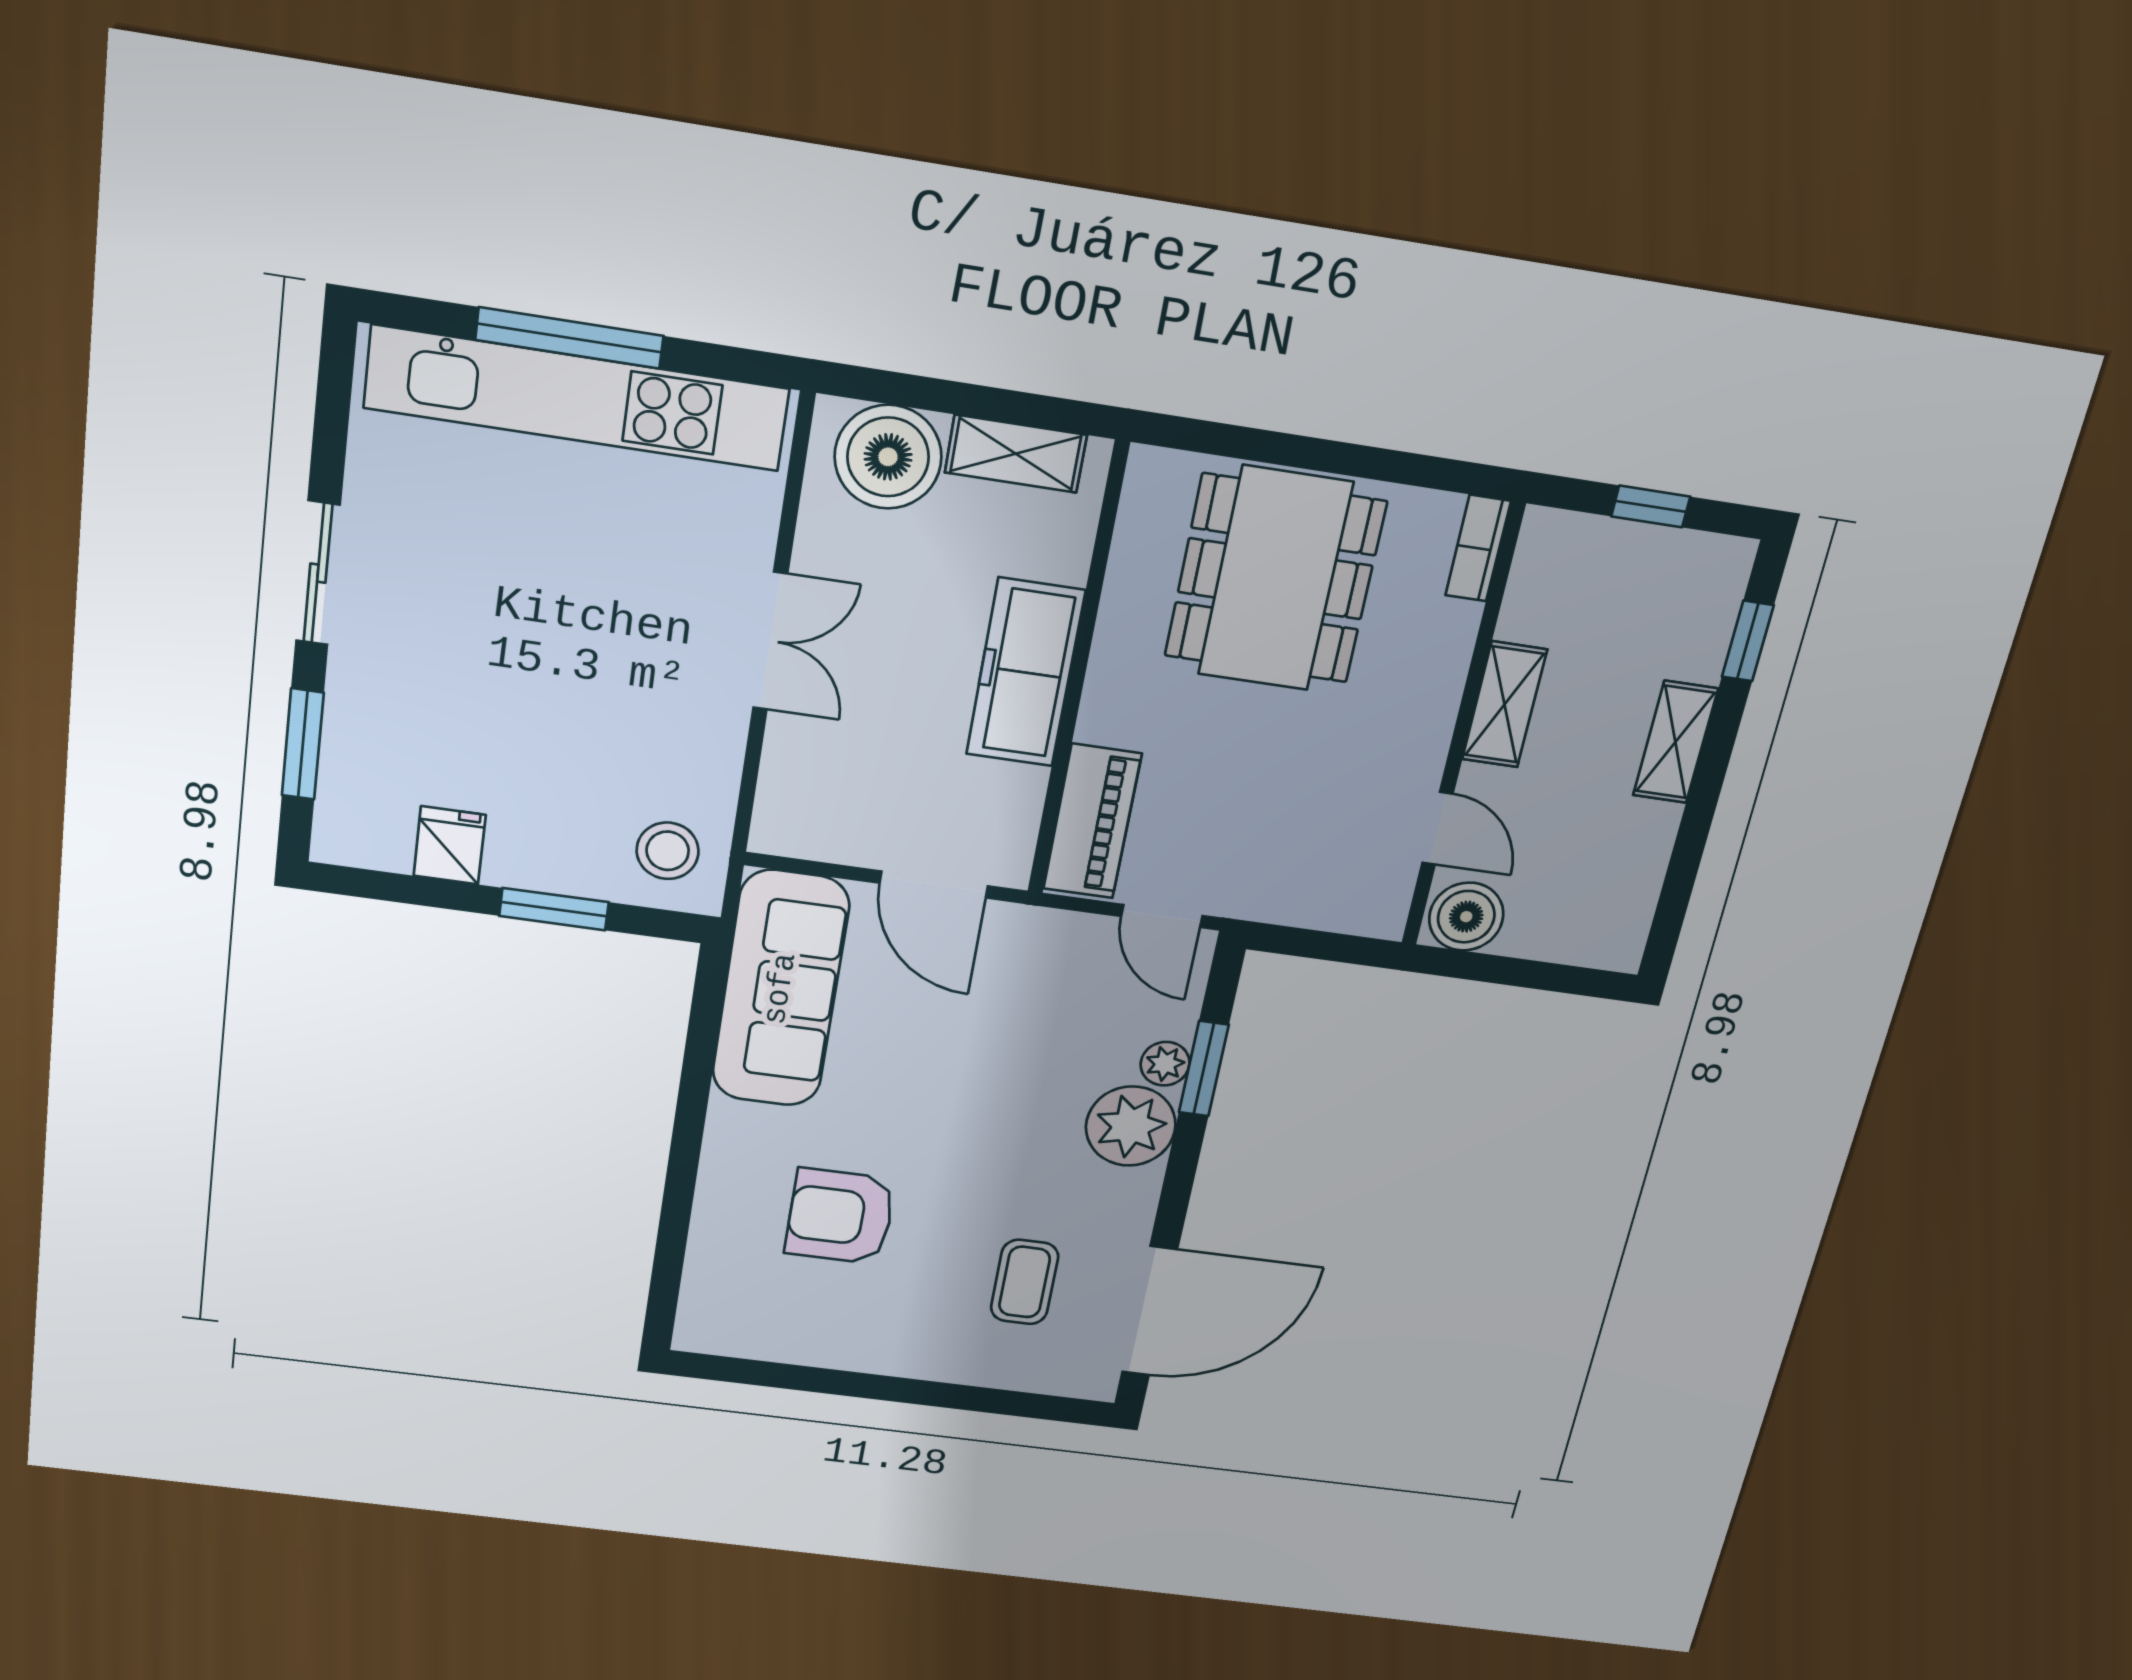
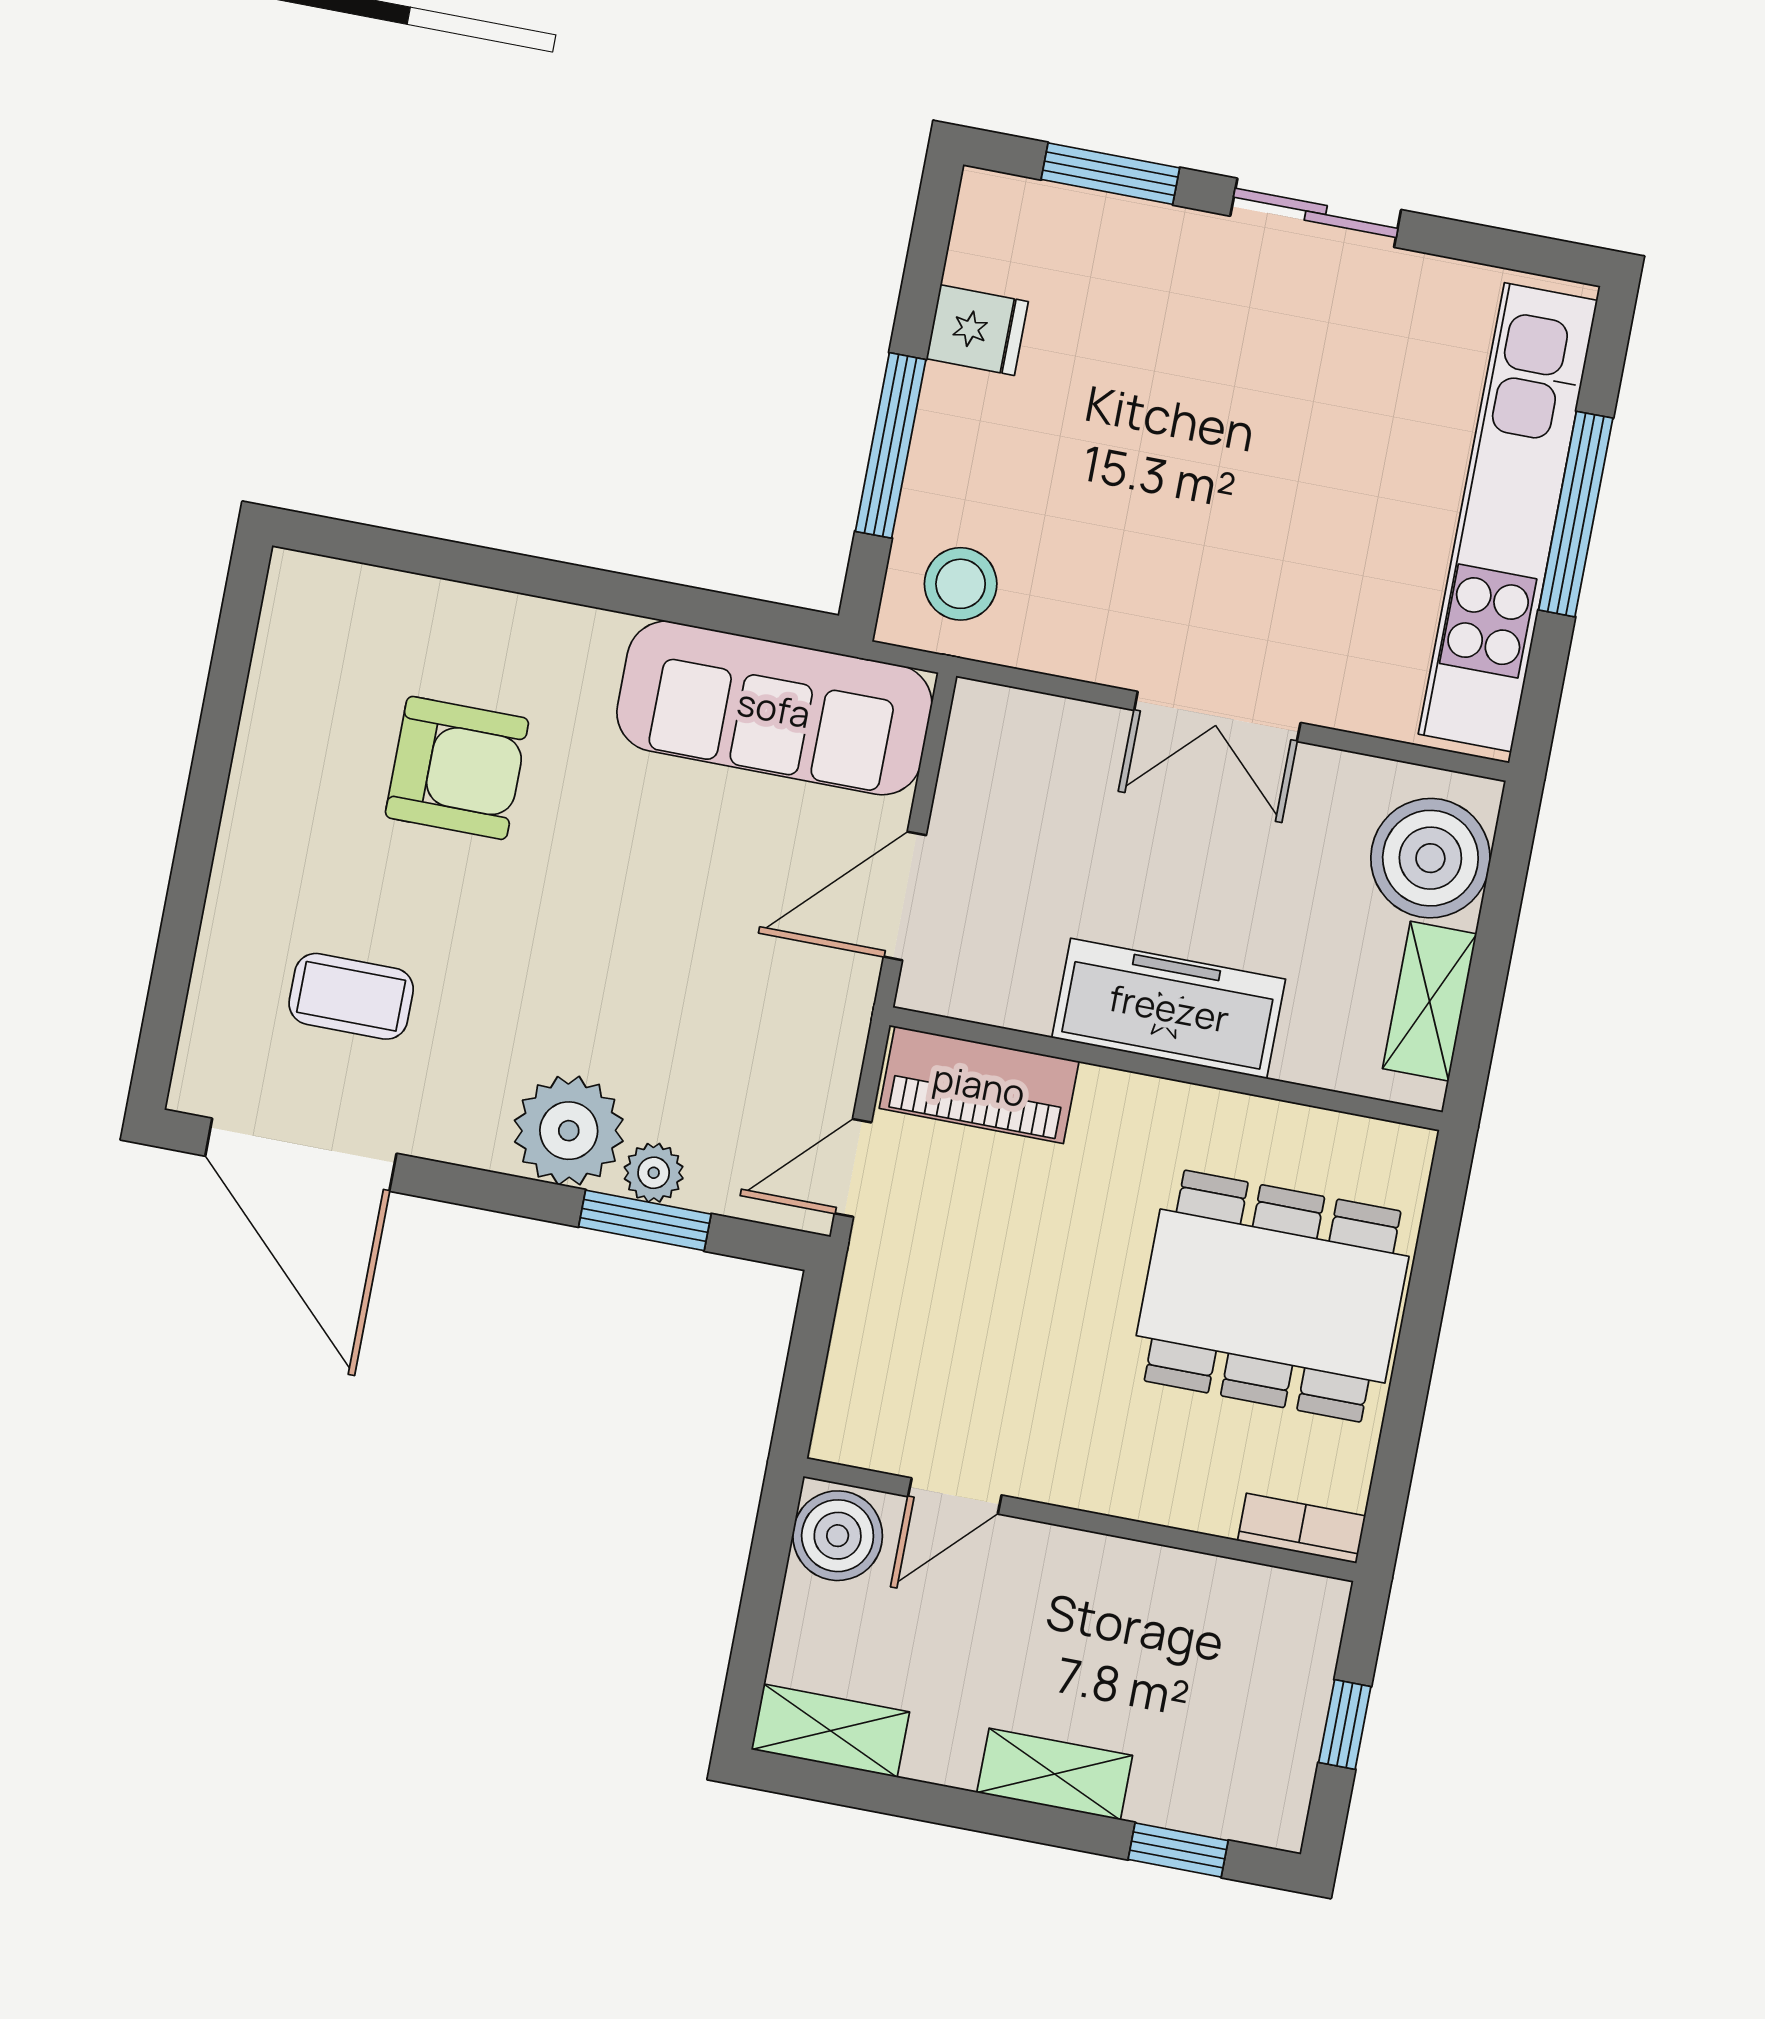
shelving: (1505, 705) -> (830, 1731), moved
window: (554, 909) -> (891, 445), width x1.44
armchair: (840, 1216) -> (457, 768), turned 90

